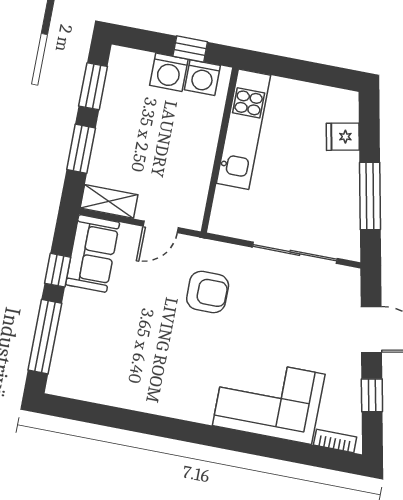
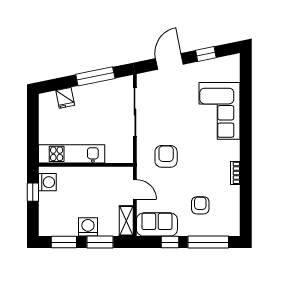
washing machine: (169, 72) -> (88, 227), moved, turned -90
armchair: (111, 335) -> (200, 205), added
bookcase: (335, 441) -> (235, 173), moved

